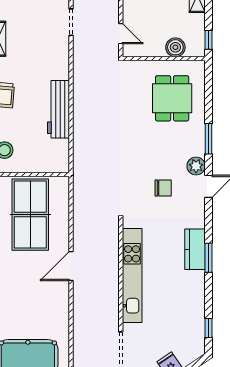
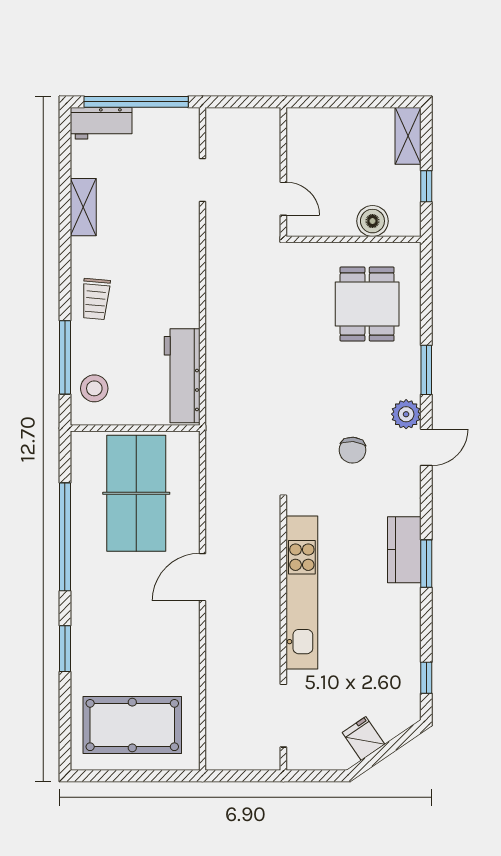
window: (208, 40) -> (426, 186), moved
workbench: (58, 109) -> (182, 376), moved
chair: (163, 188) -> (352, 450), turned 95

